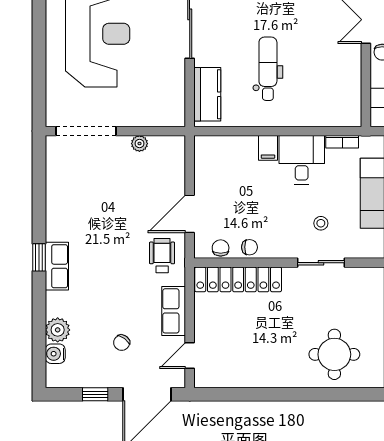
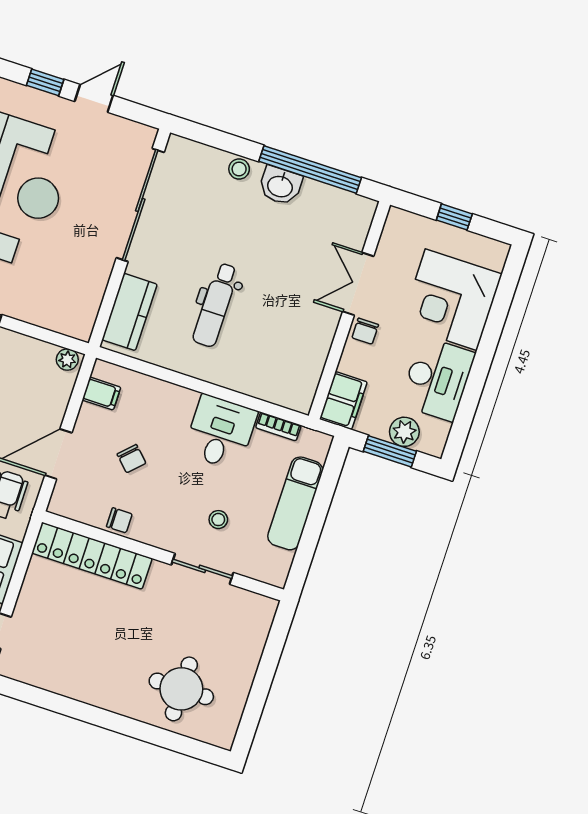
dental chair: (268, 69) -> (216, 305), turned 180
plant: (139, 143) -> (67, 360), moved
filing cabinet: (268, 148) -> (101, 394), moved, turned -90
chair: (221, 248) -> (131, 459), moved, turned 135

